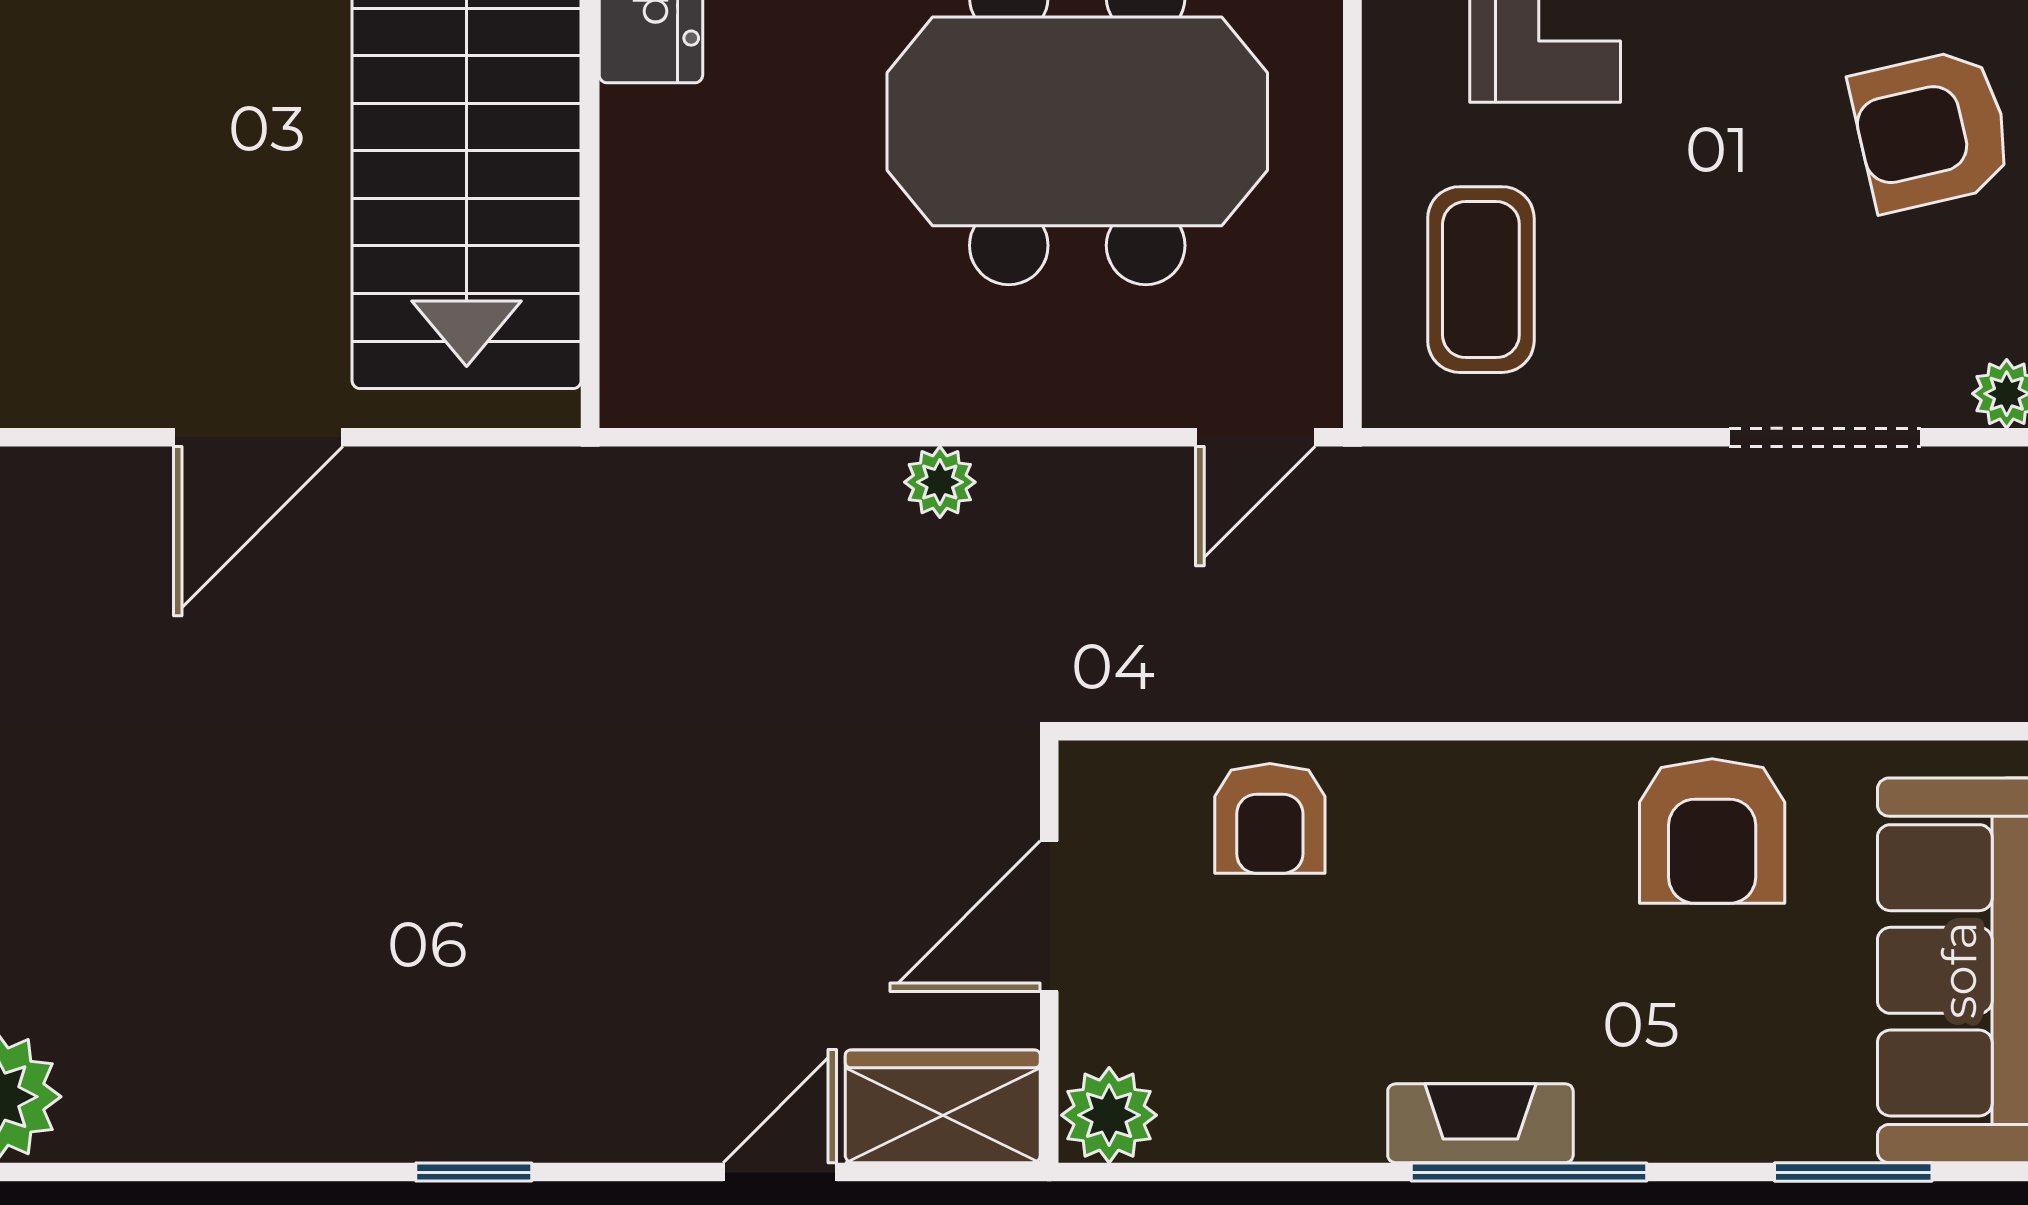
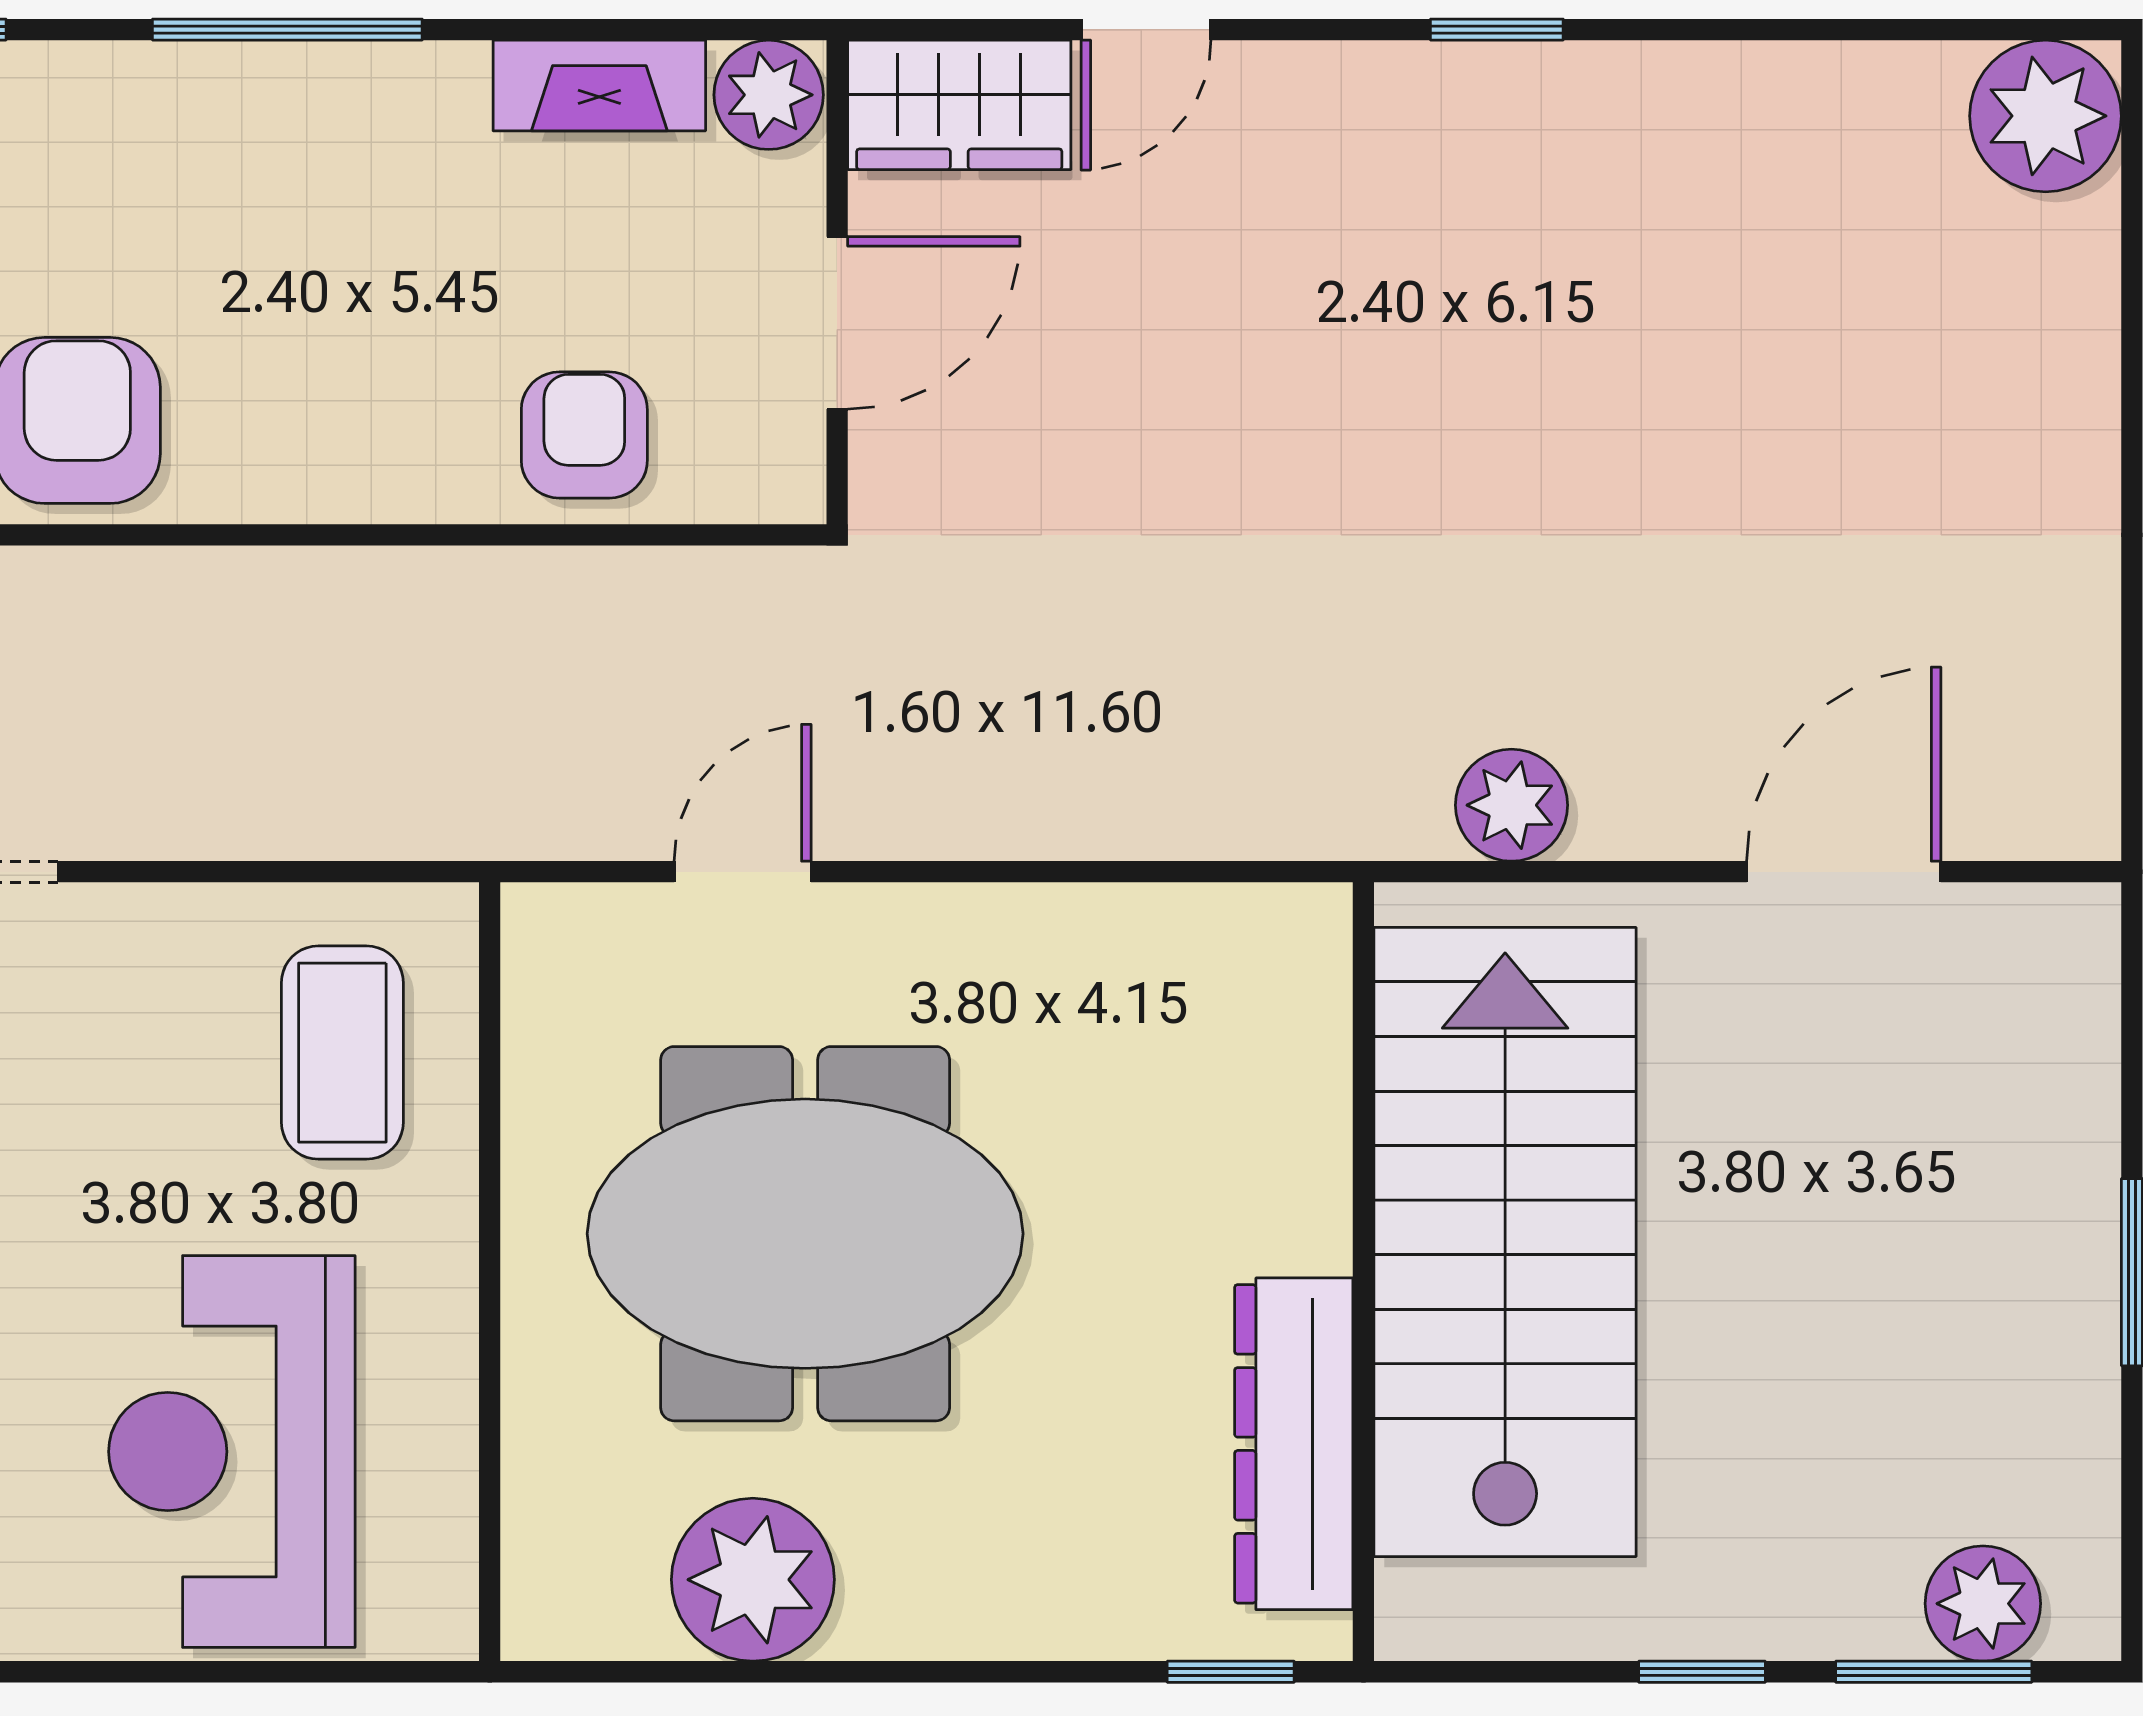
door: (258, 437) -> (1844, 872), moved
door: (1255, 437) -> (743, 872), moved
plant: (940, 482) -> (1511, 805), moved, width x1.38, depth x1.38
fireplace: (1480, 1123) -> (599, 85), moved

